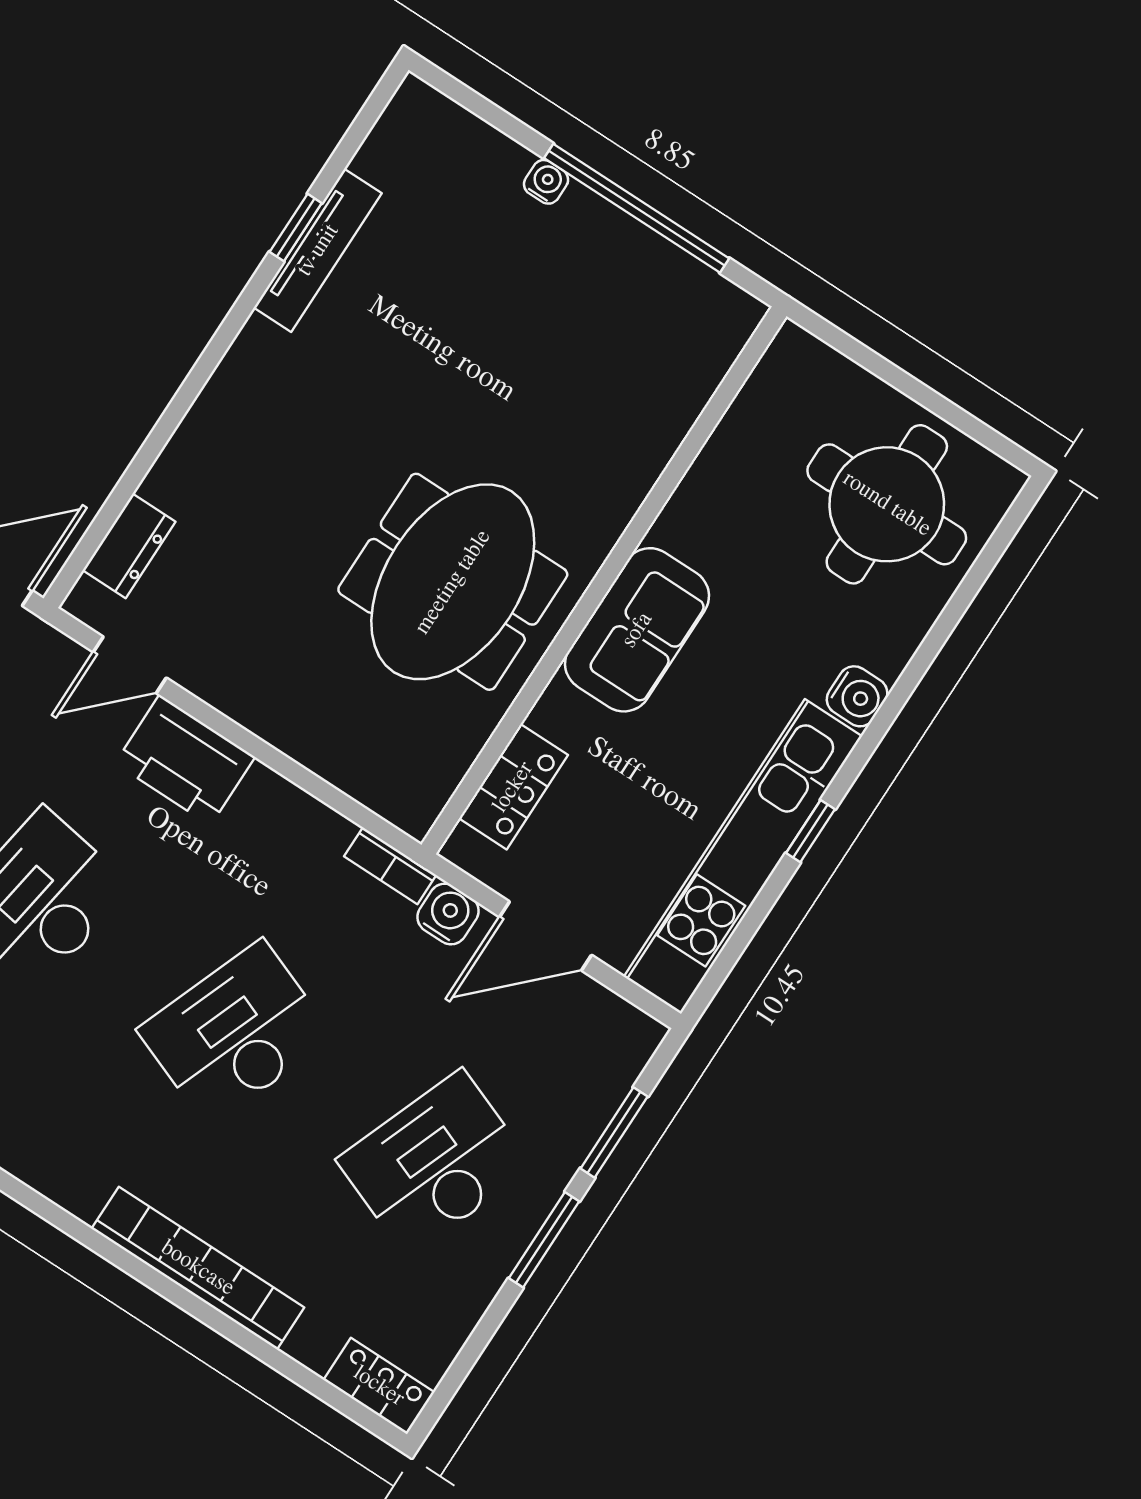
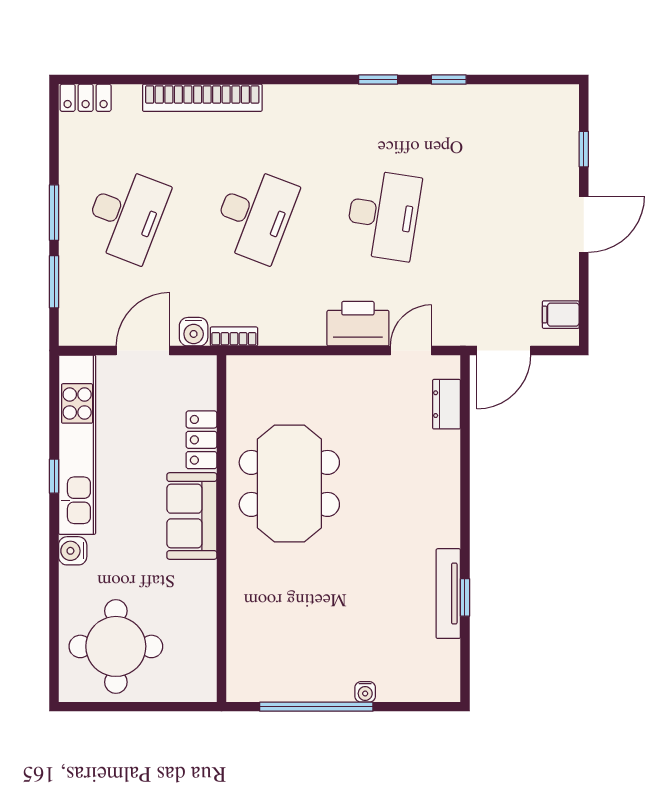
locker: (513, 787) -> (201, 440), moved

